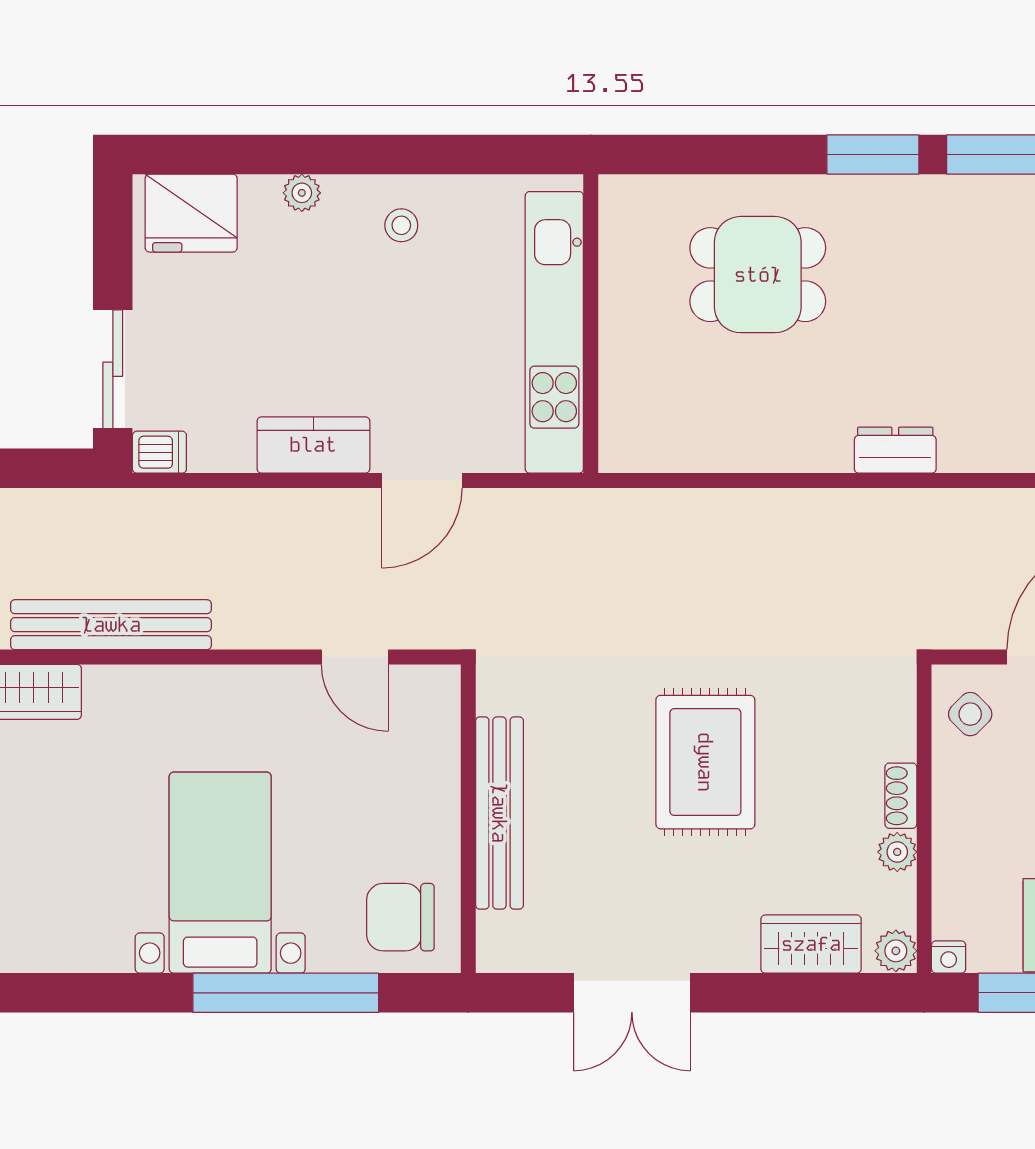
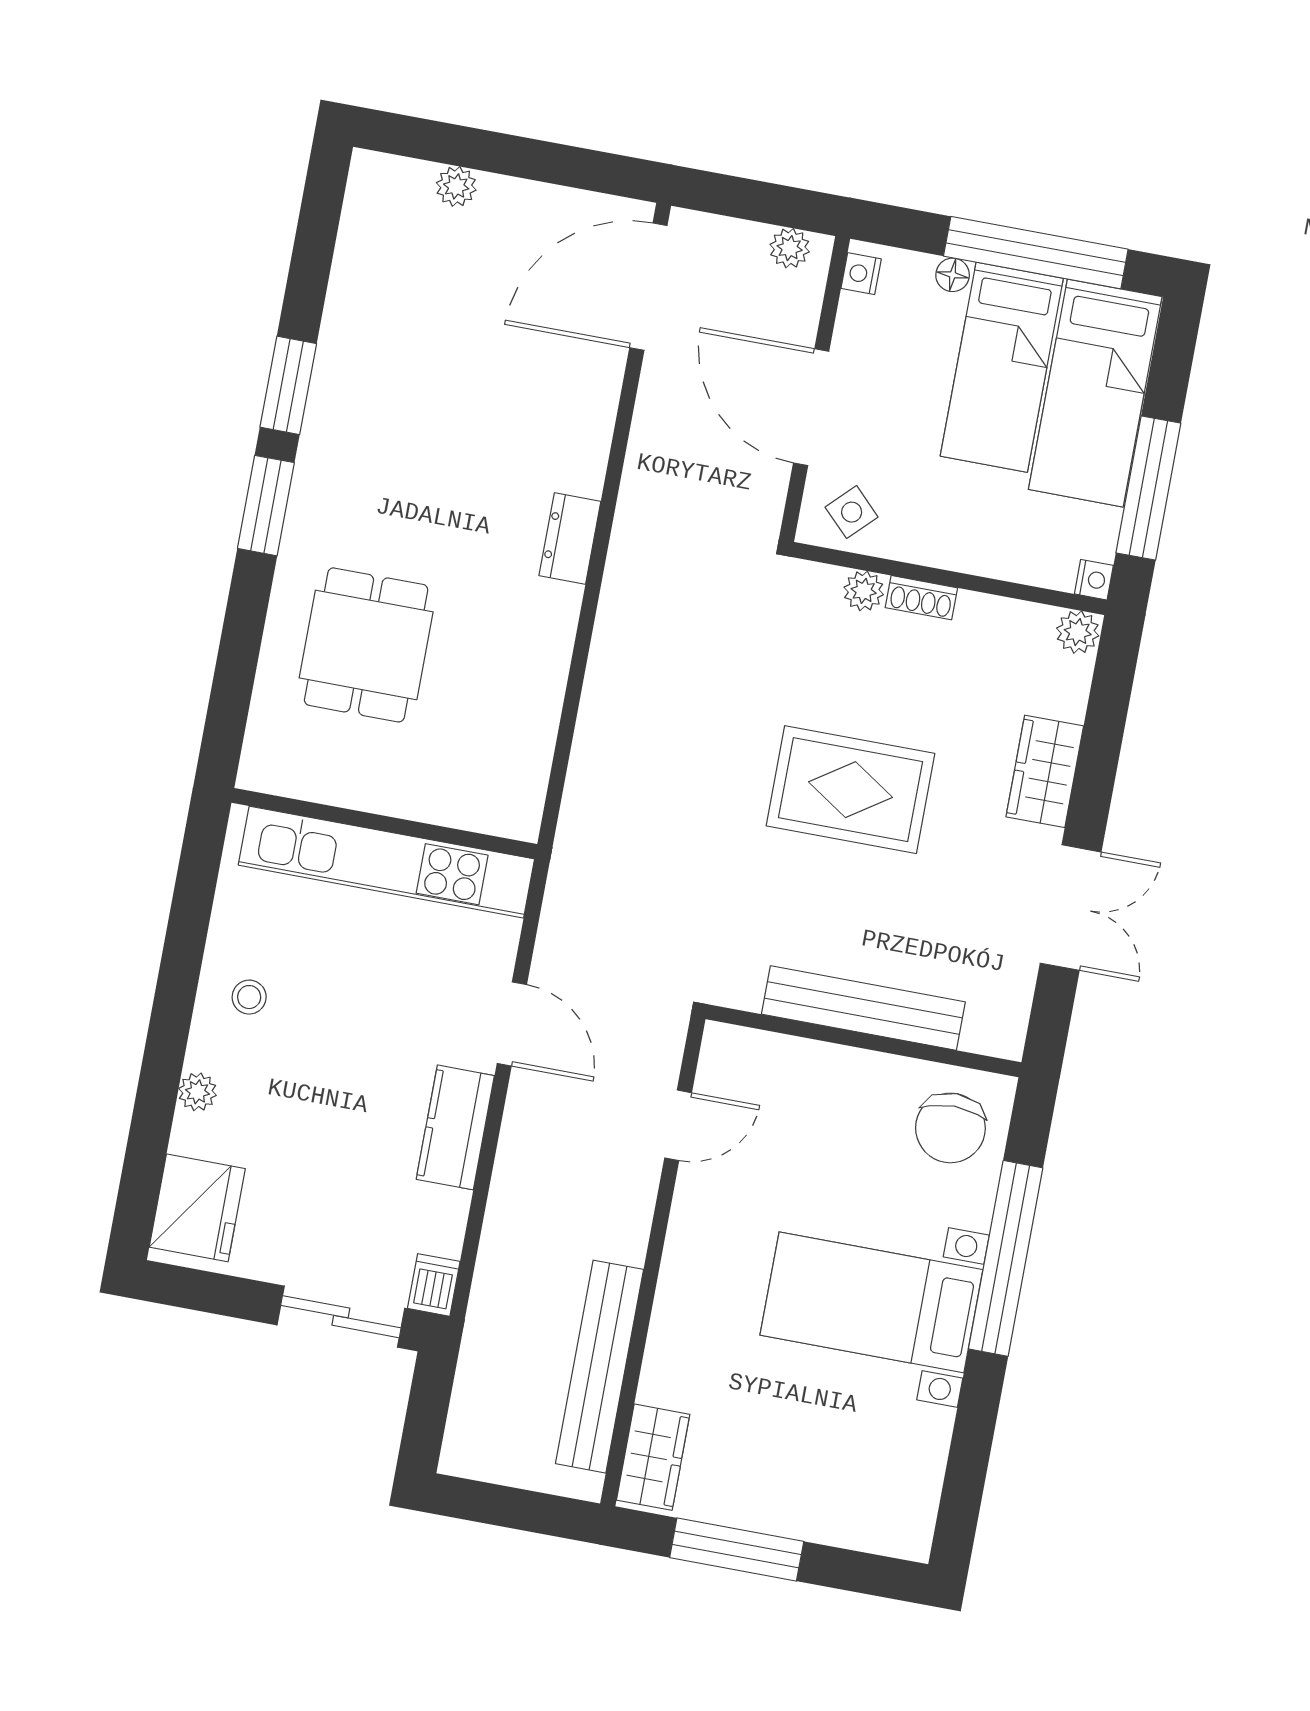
plant: (897, 852) -> (864, 591), moved
wardrobe: (811, 944) -> (1045, 771), moved

